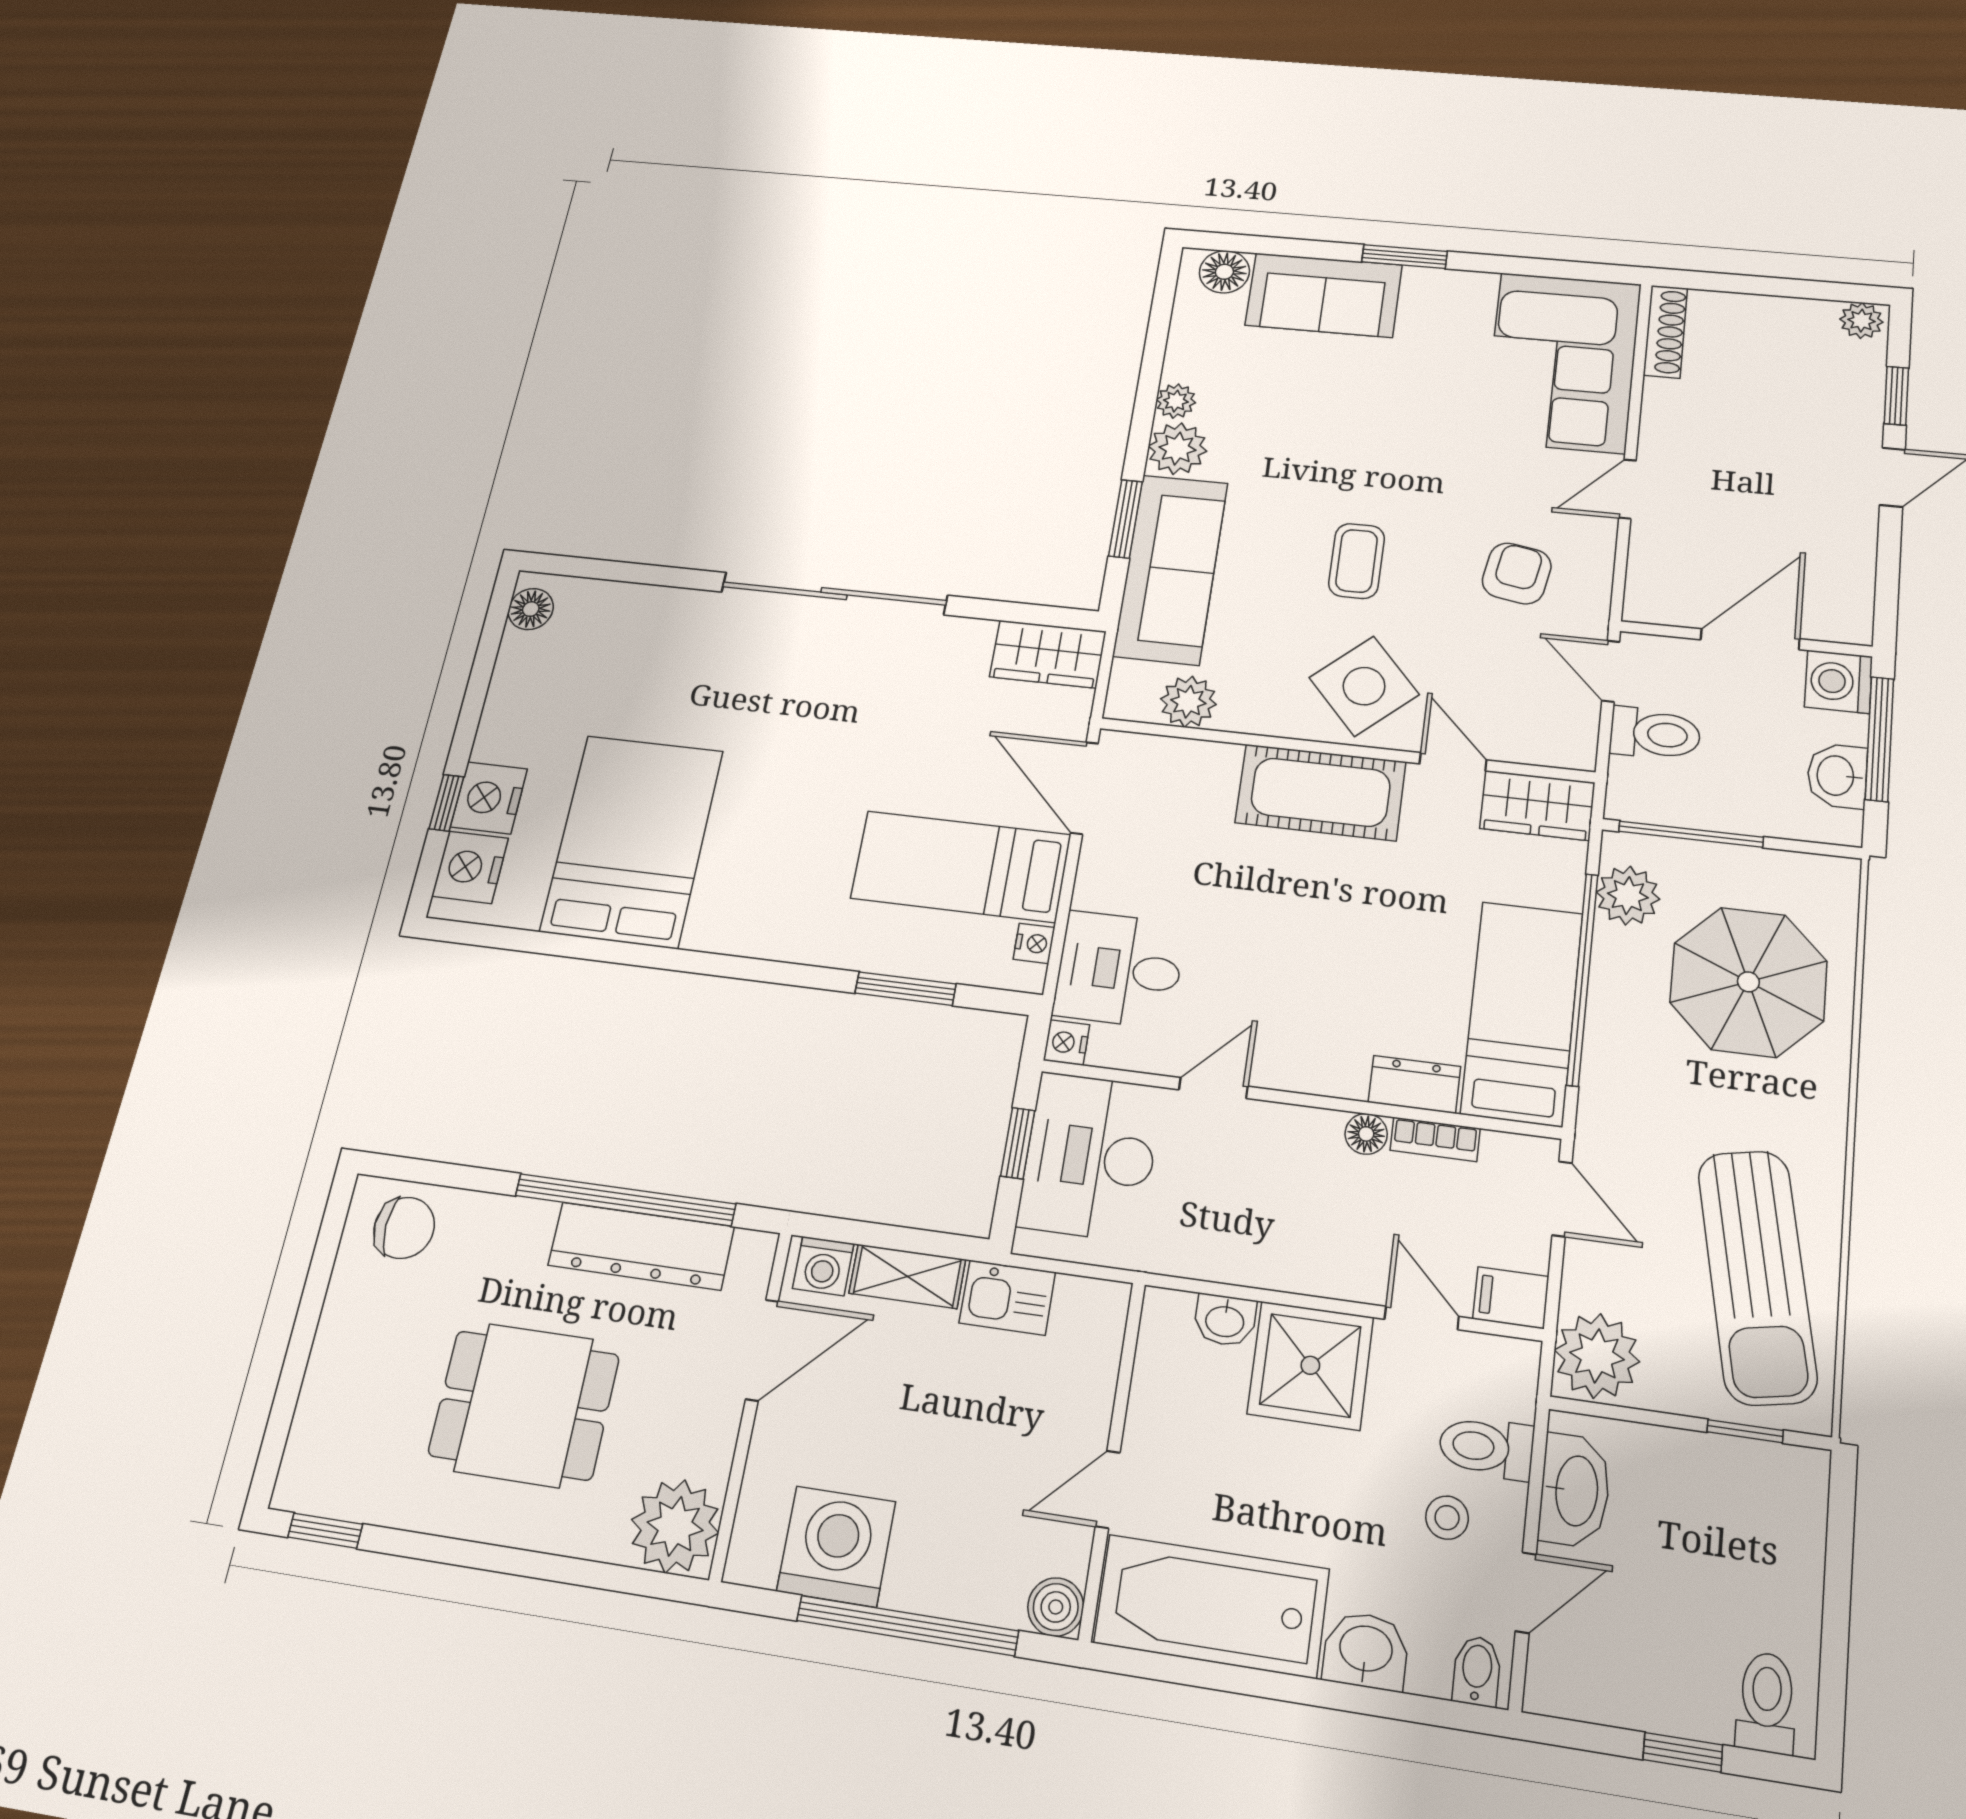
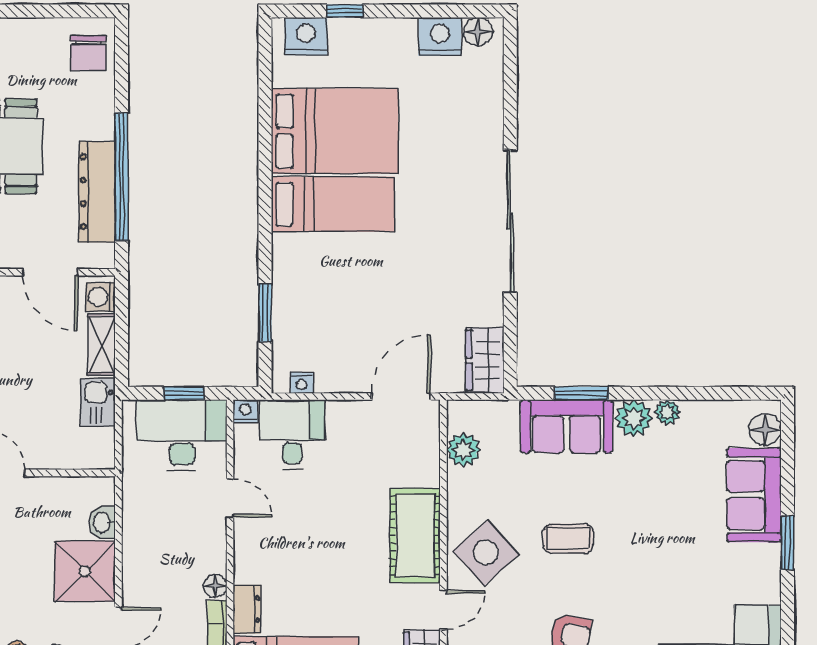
sofa: (1171, 569) -> (567, 426), width x0.73
nightstand: (489, 798) -> (440, 37), moved
bed: (961, 866) -> (333, 204), moved, turned 90

